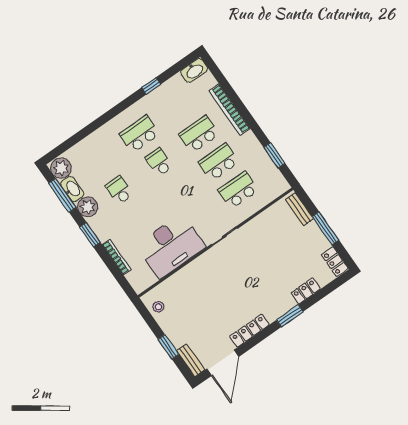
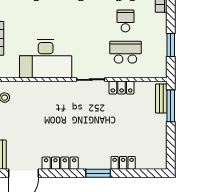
school desk: (219, 162) -> (125, 21), width x0.54
window: (325, 228) -> (171, 106), moved
locker: (335, 262) -> (122, 87), moved, turned -90

